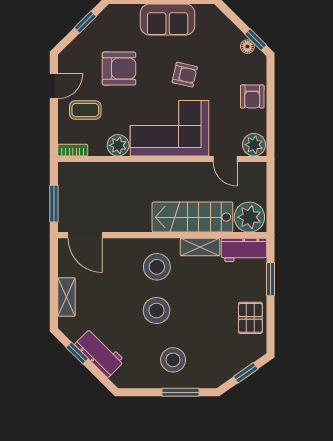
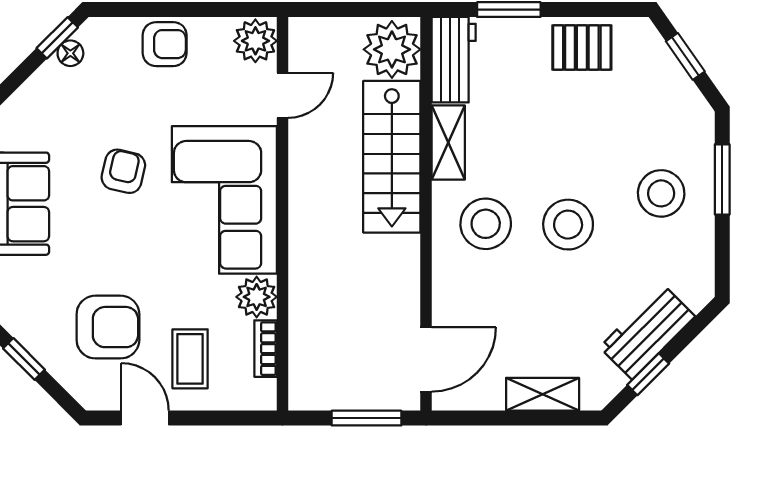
armchair: (119, 69) -> (108, 327), moved, turned 90
bookcase: (73, 150) -> (266, 349), moved

